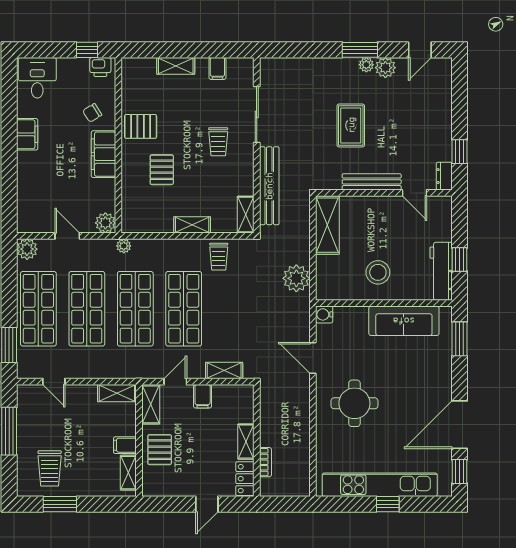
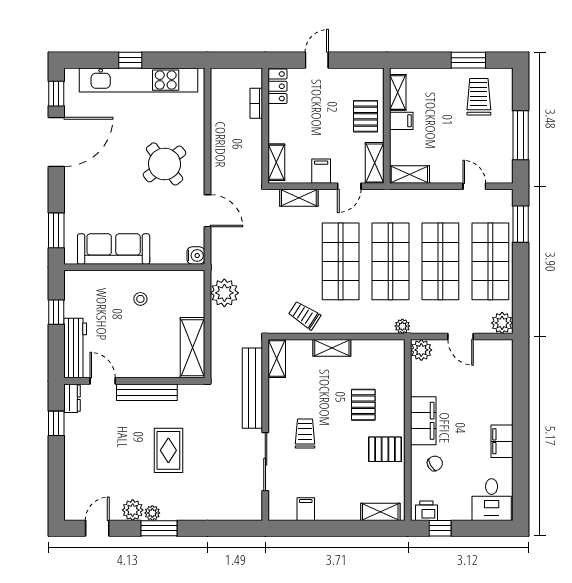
shelving: (176, 66) -> (380, 512), moved
trolley: (219, 257) -> (304, 315), turned -57
workbench: (441, 271) -> (75, 348), moved
stool: (378, 272) -> (140, 299), width x0.53, depth x0.53
round table: (354, 403) -> (165, 164), turned -38
shelving: (246, 442) -> (276, 162), moved

